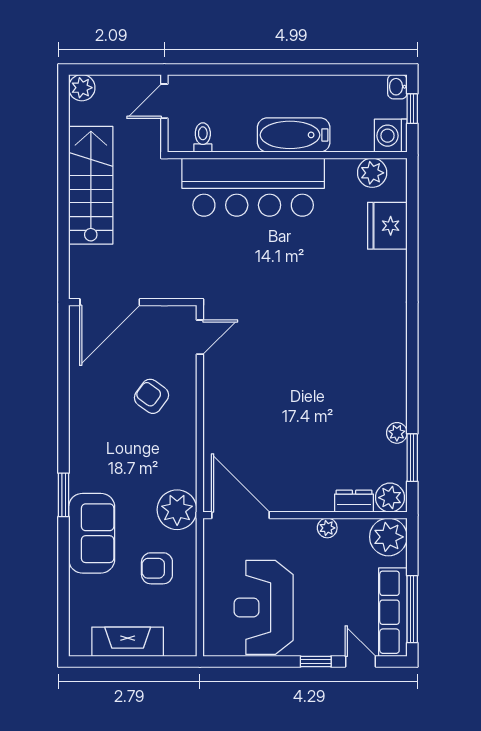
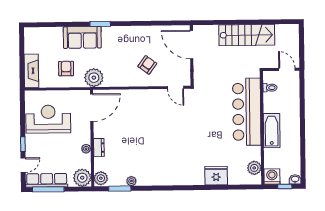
plant: (82, 88) -> (293, 30), removed
fridge: (387, 226) -> (216, 176), moved
dresser: (354, 501) -> (99, 148), moved
fireplace: (128, 642) -> (31, 71), moved

